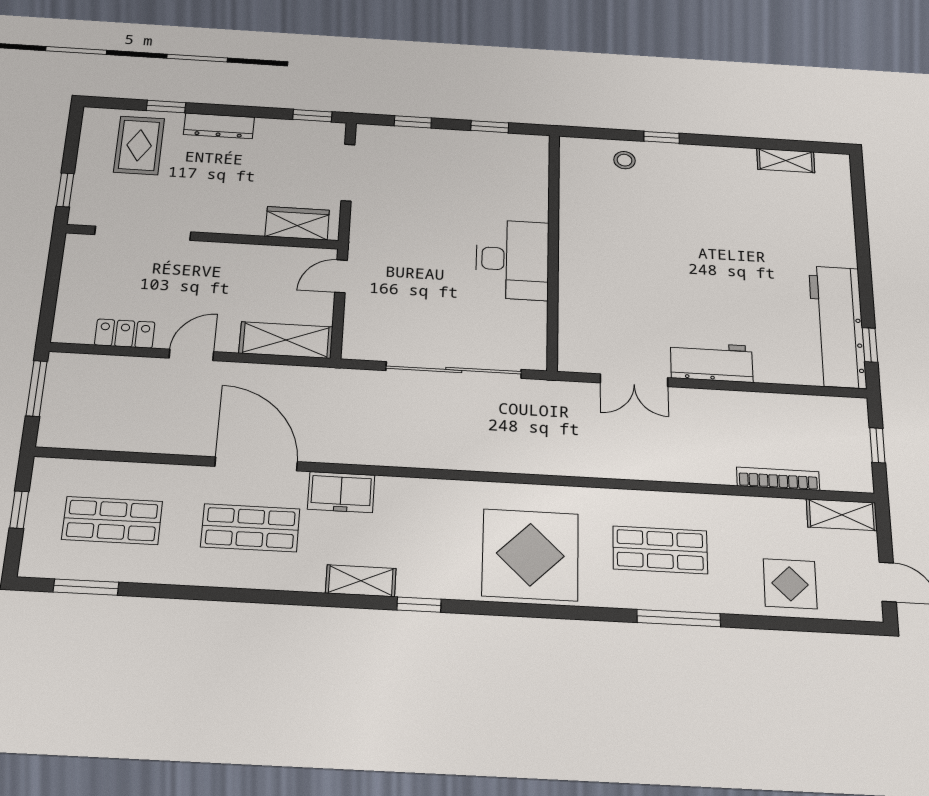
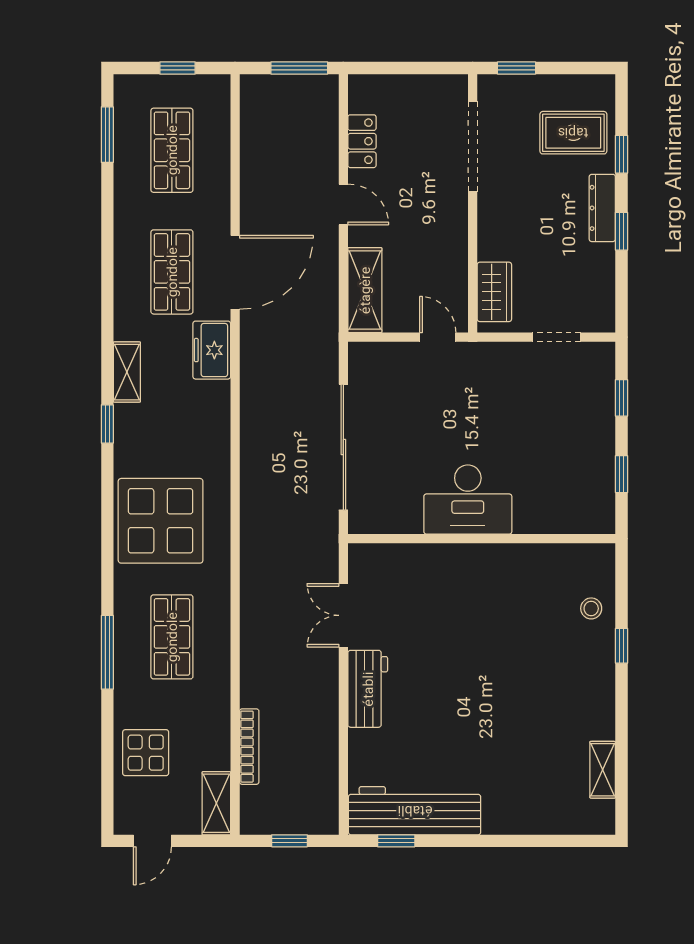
window: (312, 116) -> (621, 231), moved
doorway: (348, 173) -> (556, 337), width x0.73

